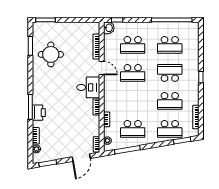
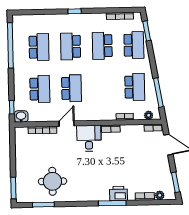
school desk: (170, 101) -> (102, 46), turned 180

